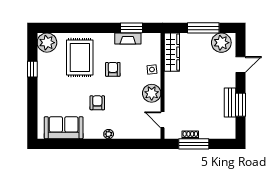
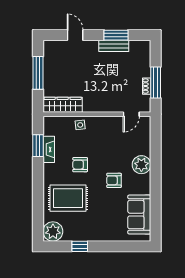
plant: (221, 43) -> (53, 55), removed
plant: (152, 93) -> (104, 125), removed
plant: (109, 134) -> (141, 165), width x1.88, depth x1.88

